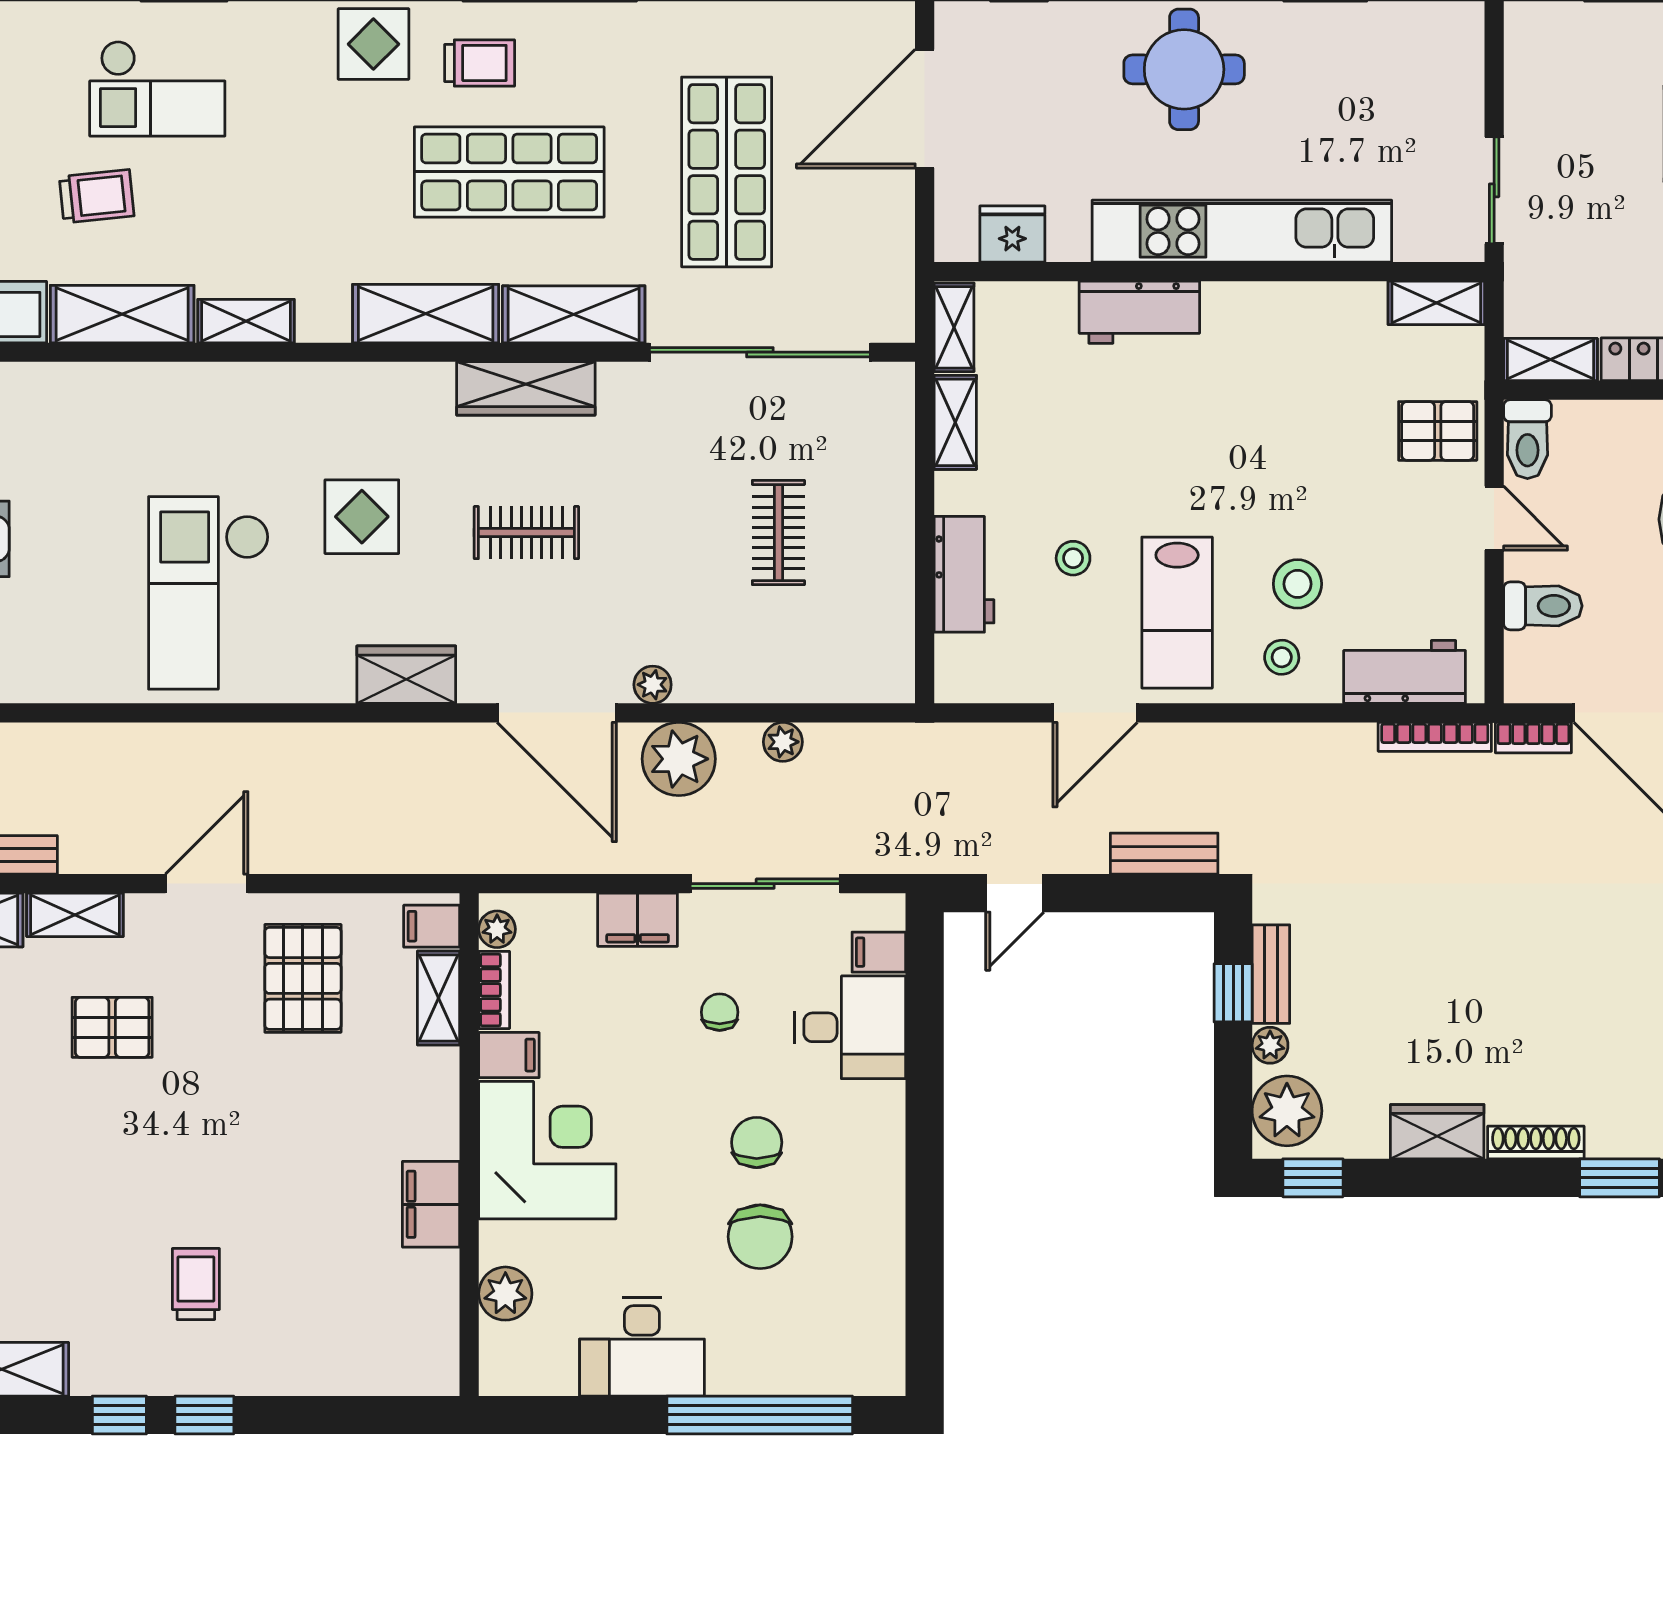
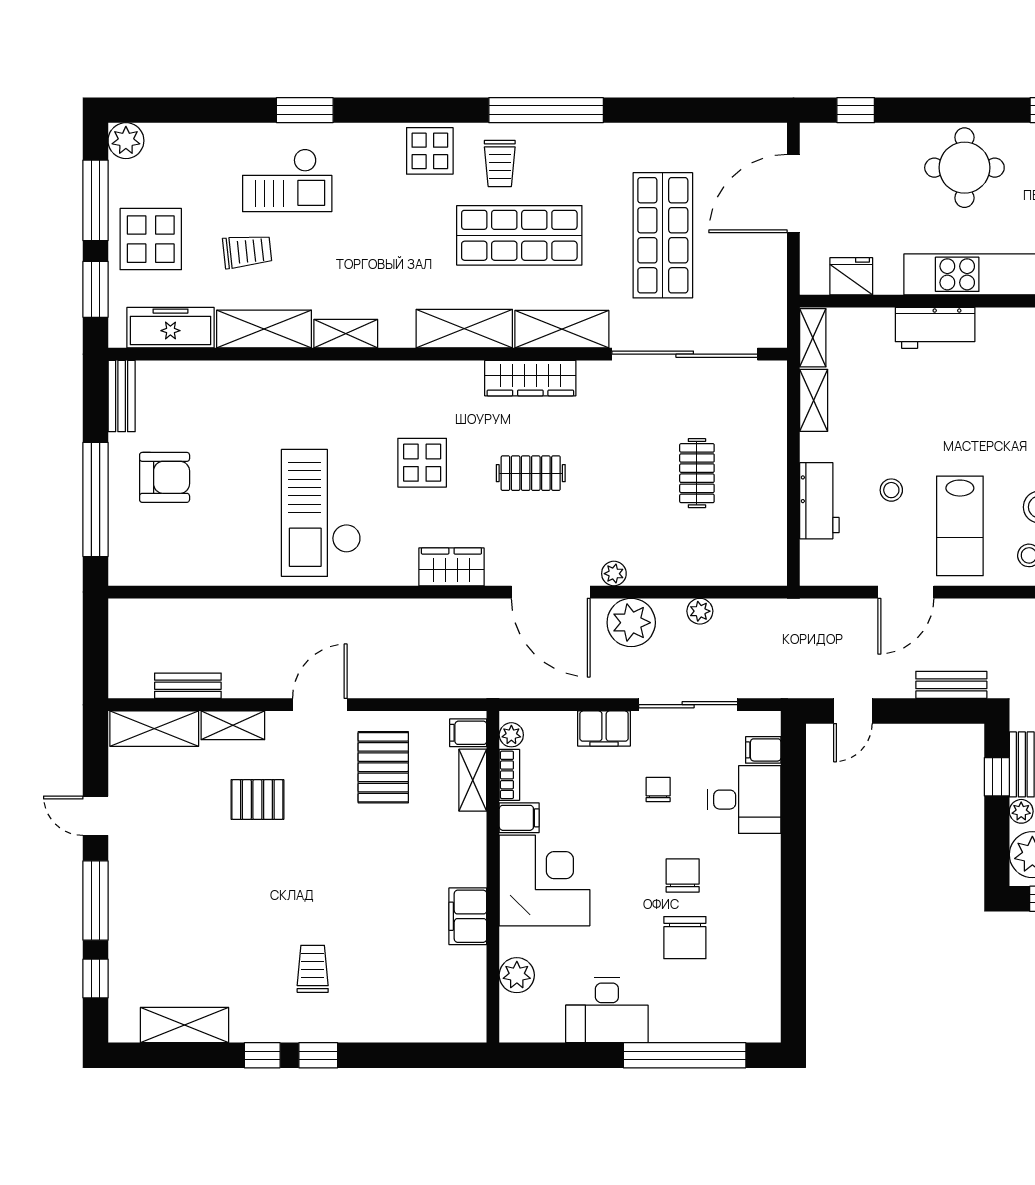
trolley: (480, 63) -> (500, 163), turned 90

